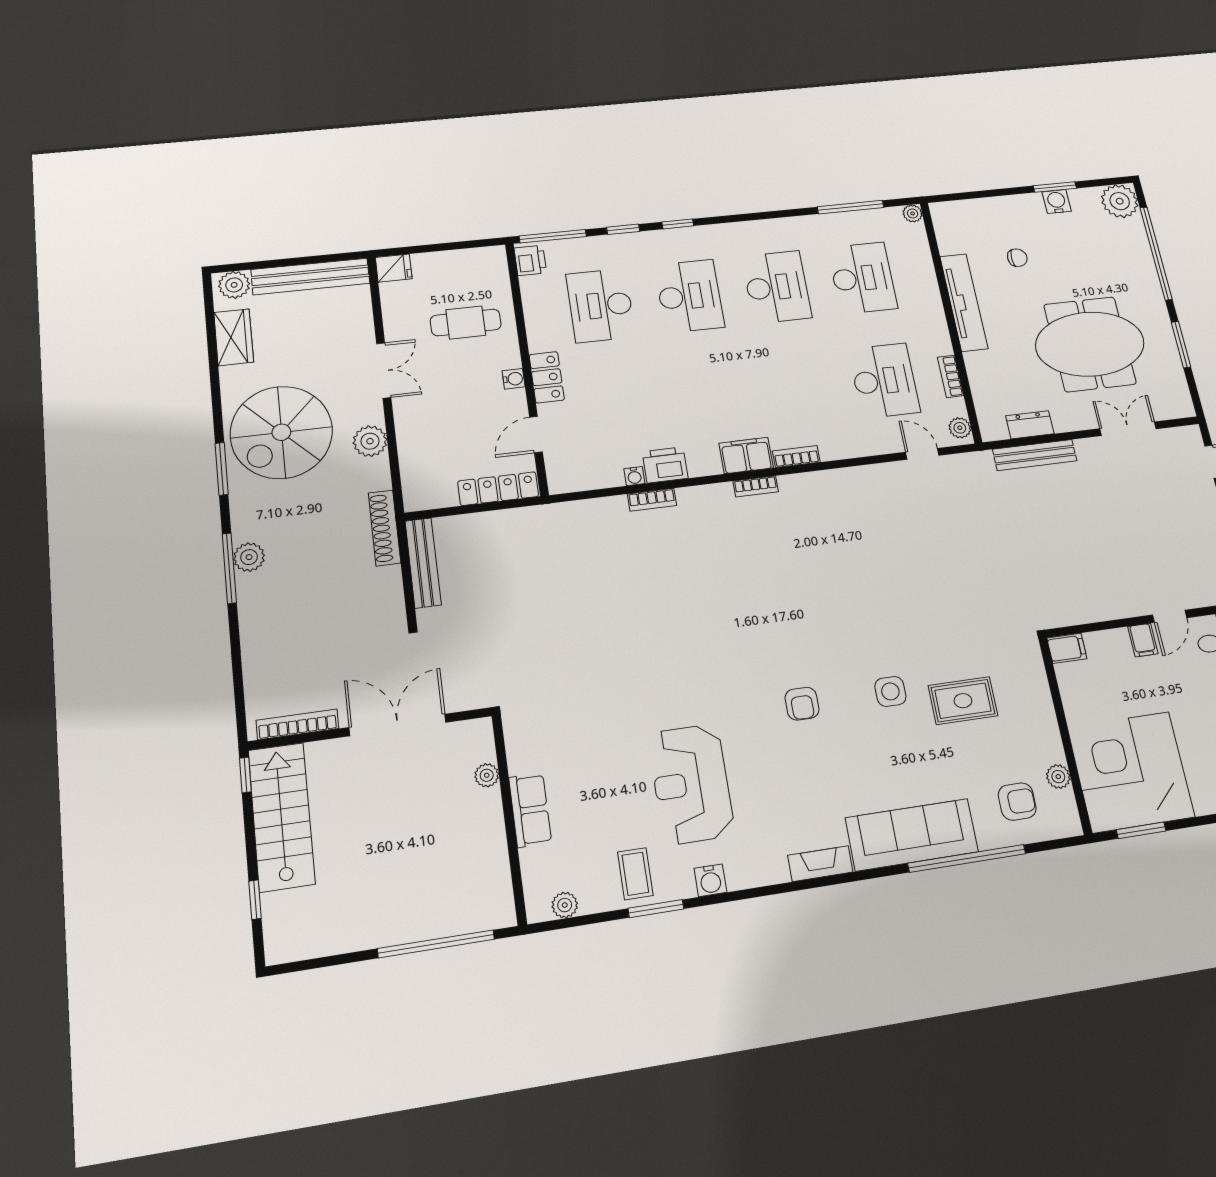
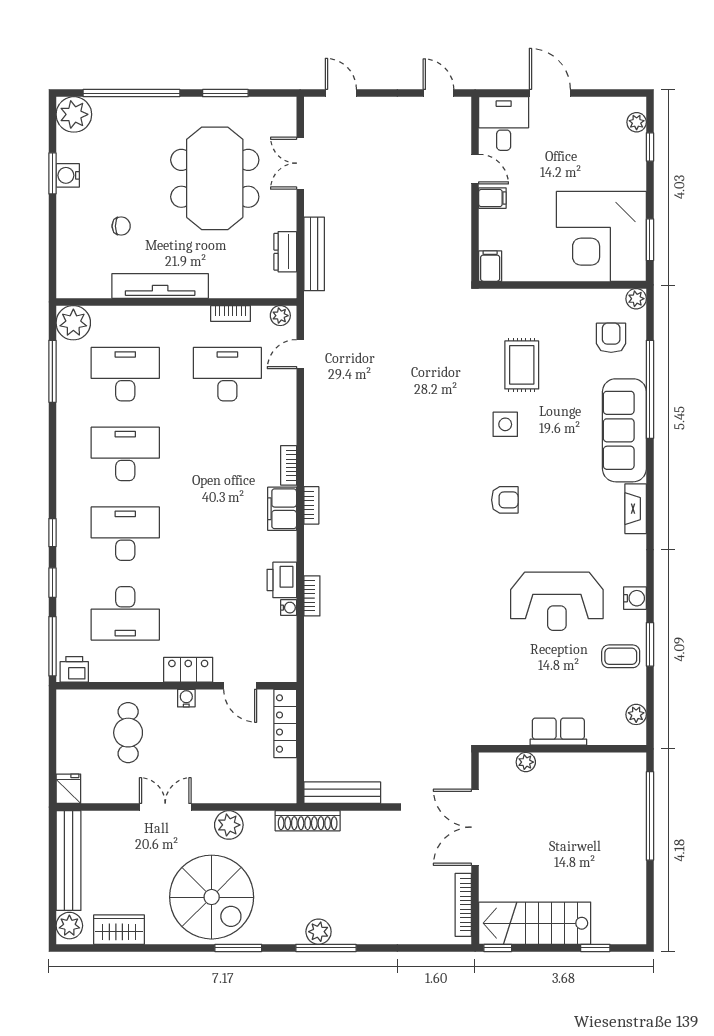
plant: (913, 213) -> (73, 323), width x1.88, depth x1.88
chair: (1017, 258) -> (121, 226), turned 90
plant: (1058, 777) -> (636, 299), moved

